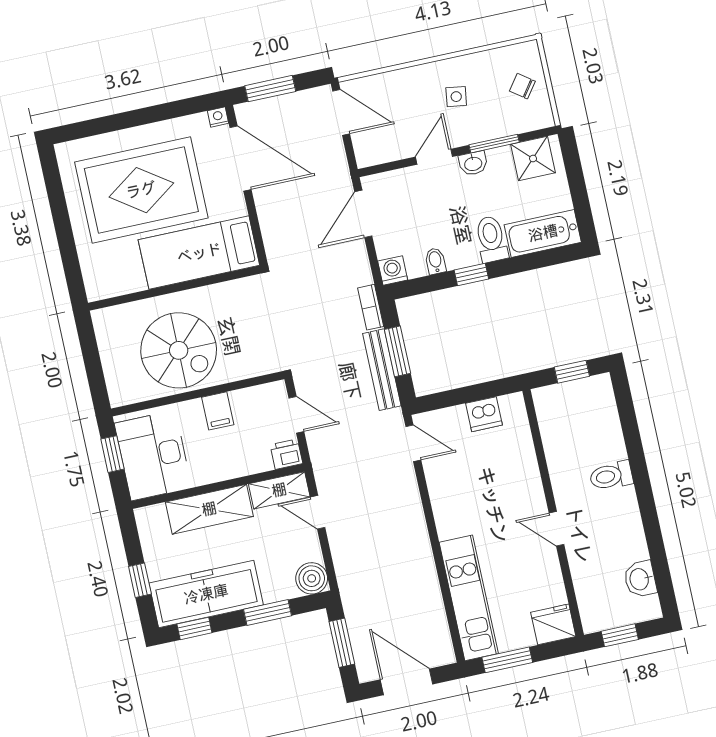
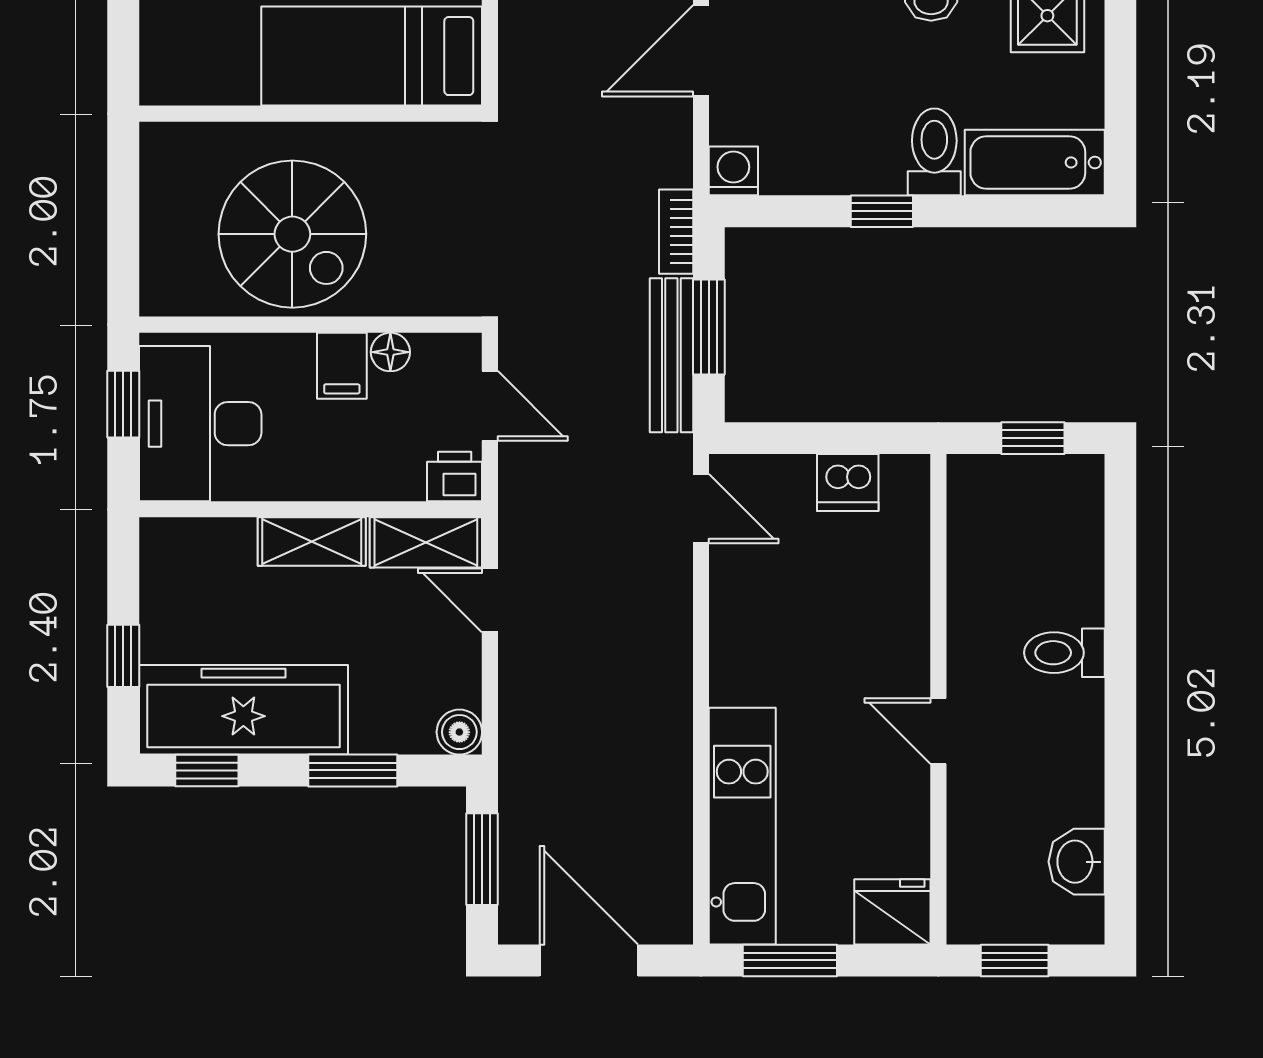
bidet: (435, 261) -> (819, 171), removed
floor lamp: (241, 399) -> (390, 352), added
shelving: (209, 509) -> (312, 542), width x0.67, depth x0.75
boiler: (312, 578) -> (459, 732), width x0.73, depth x0.73

